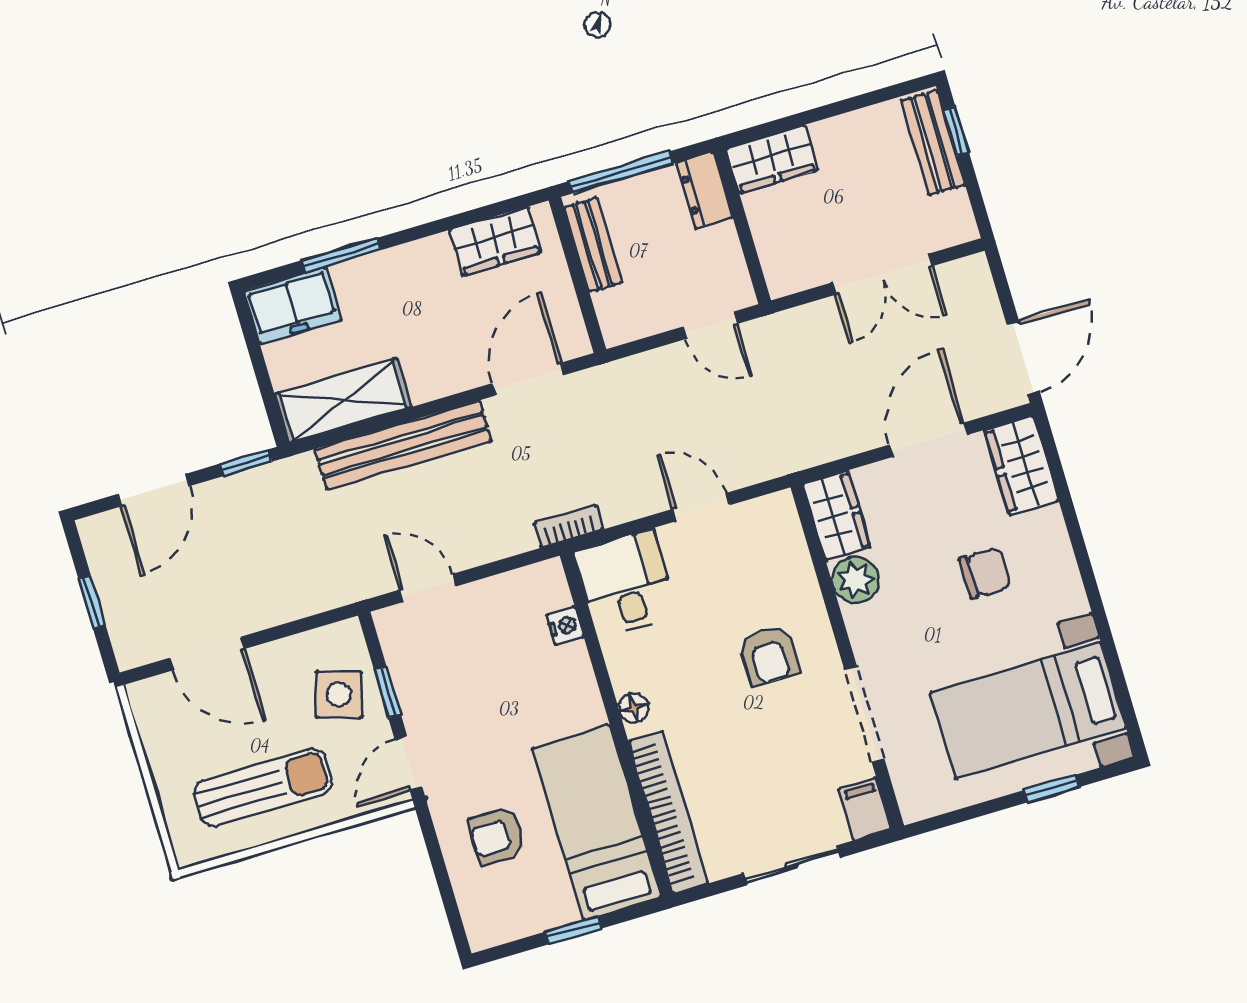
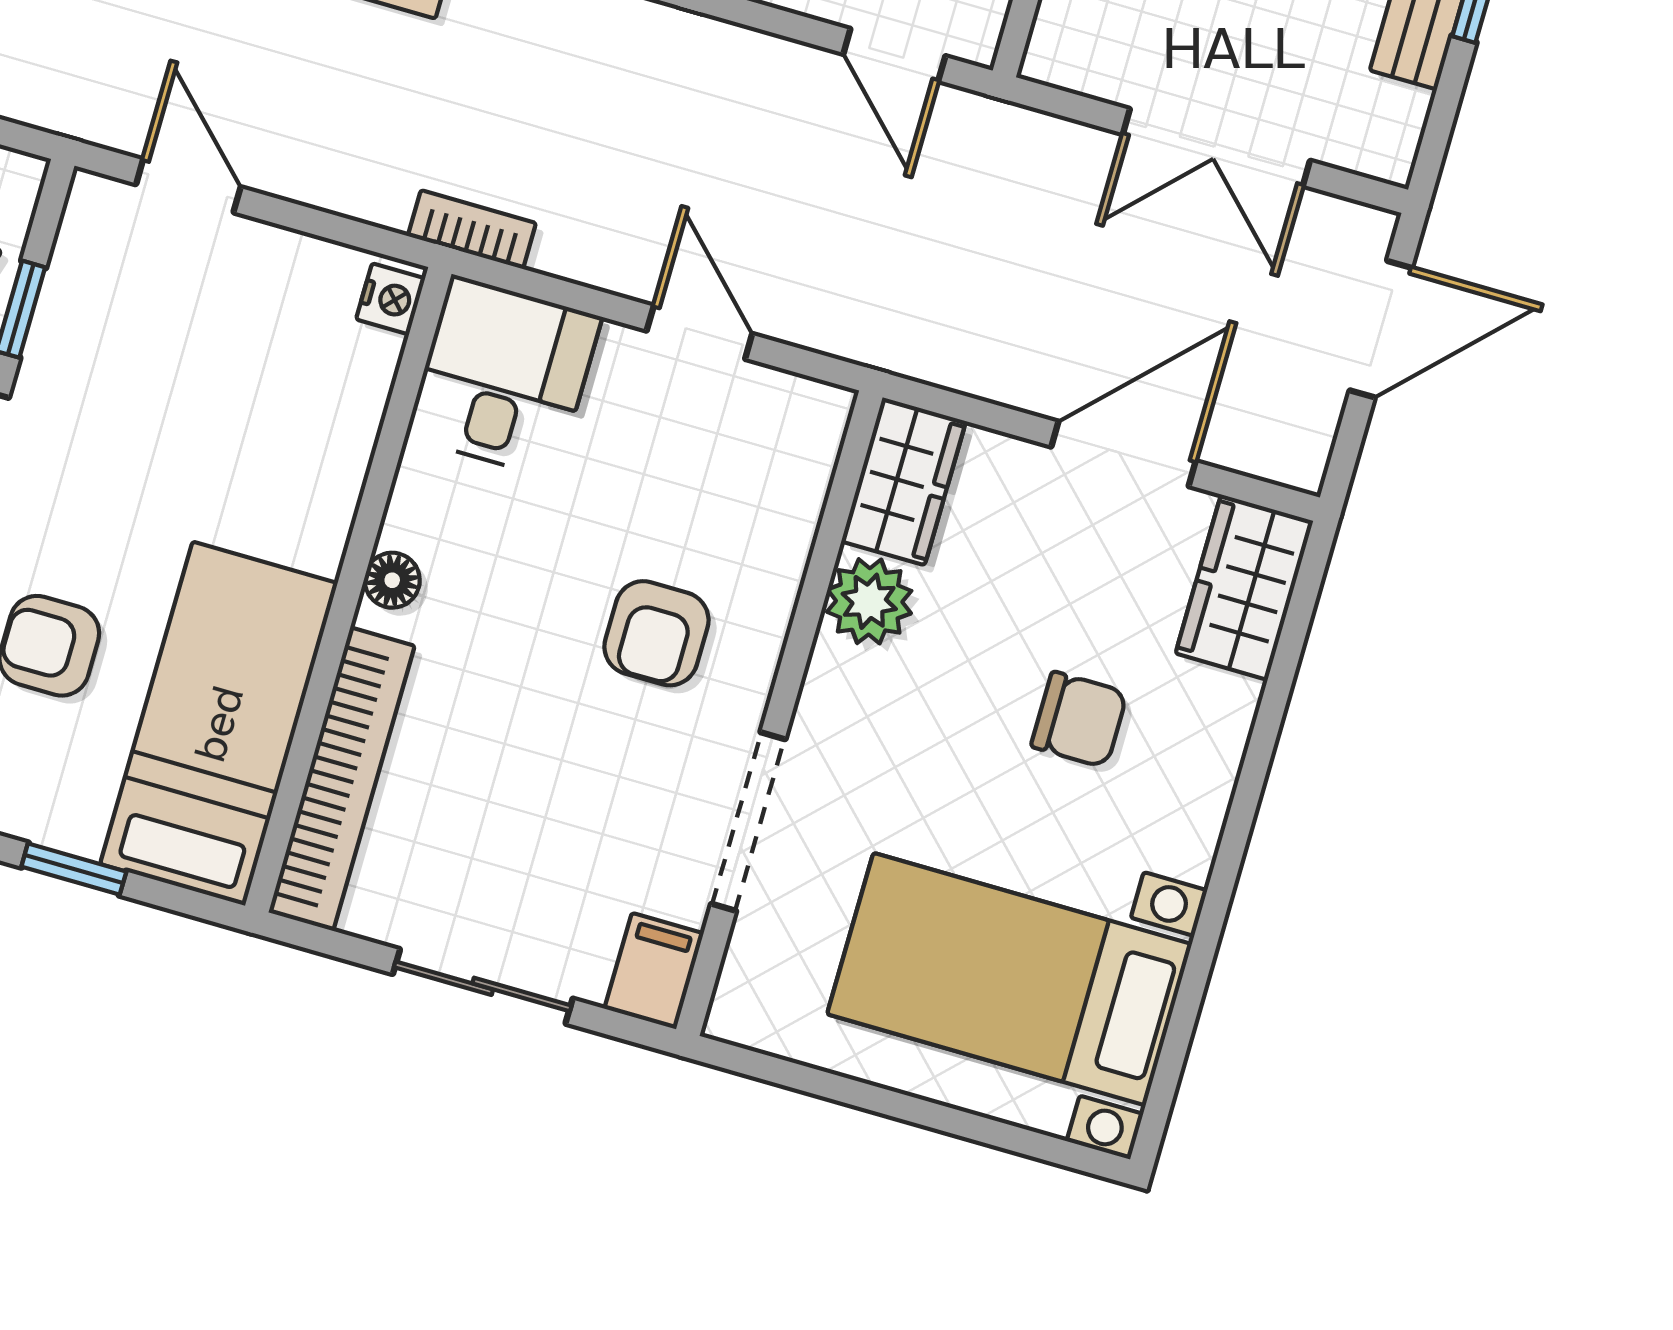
door: (1023, 358) -> (1381, 329), moved
nightstand: (565, 626) -> (391, 299), moved
window: (1052, 788) -> (969, 1126), removed

